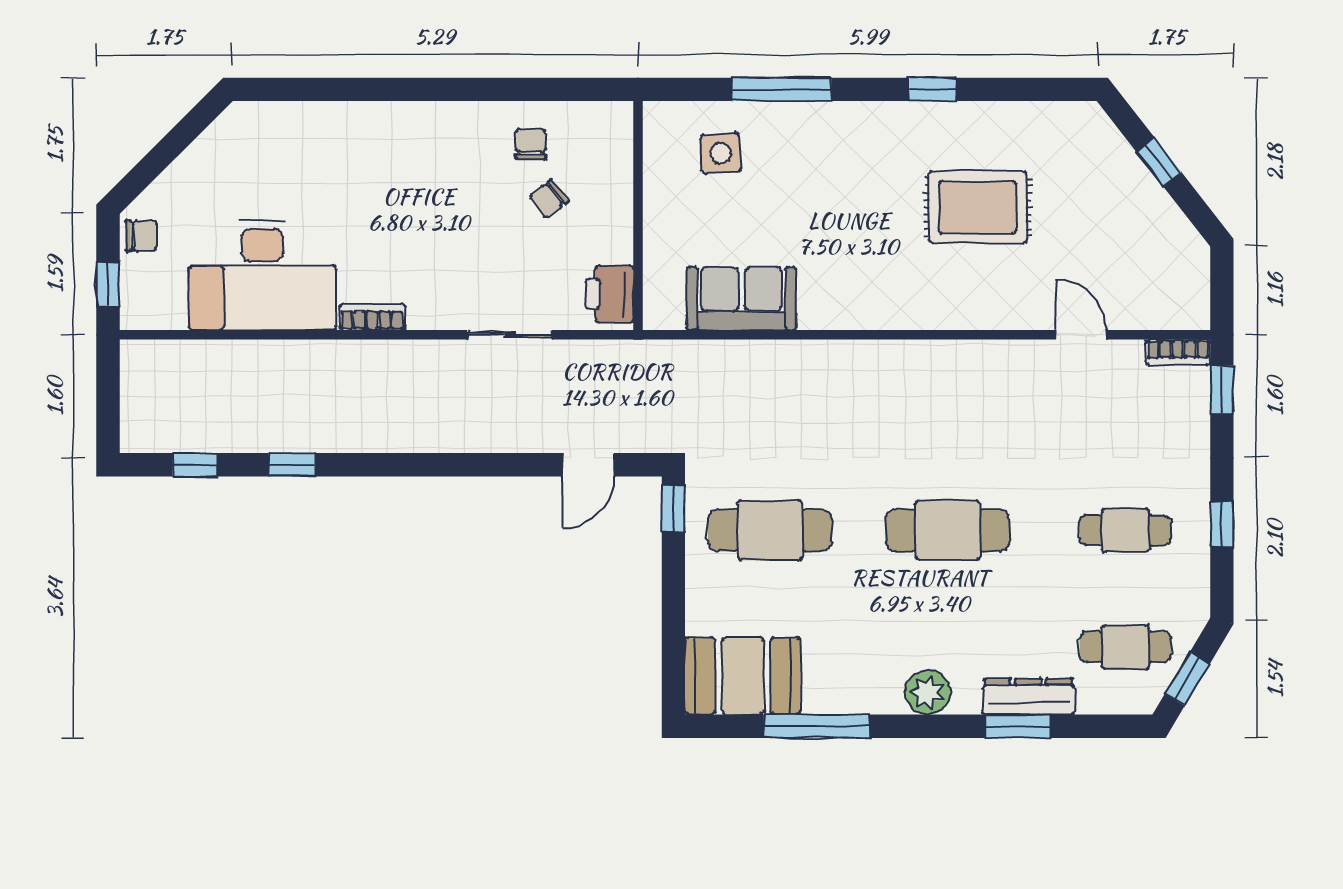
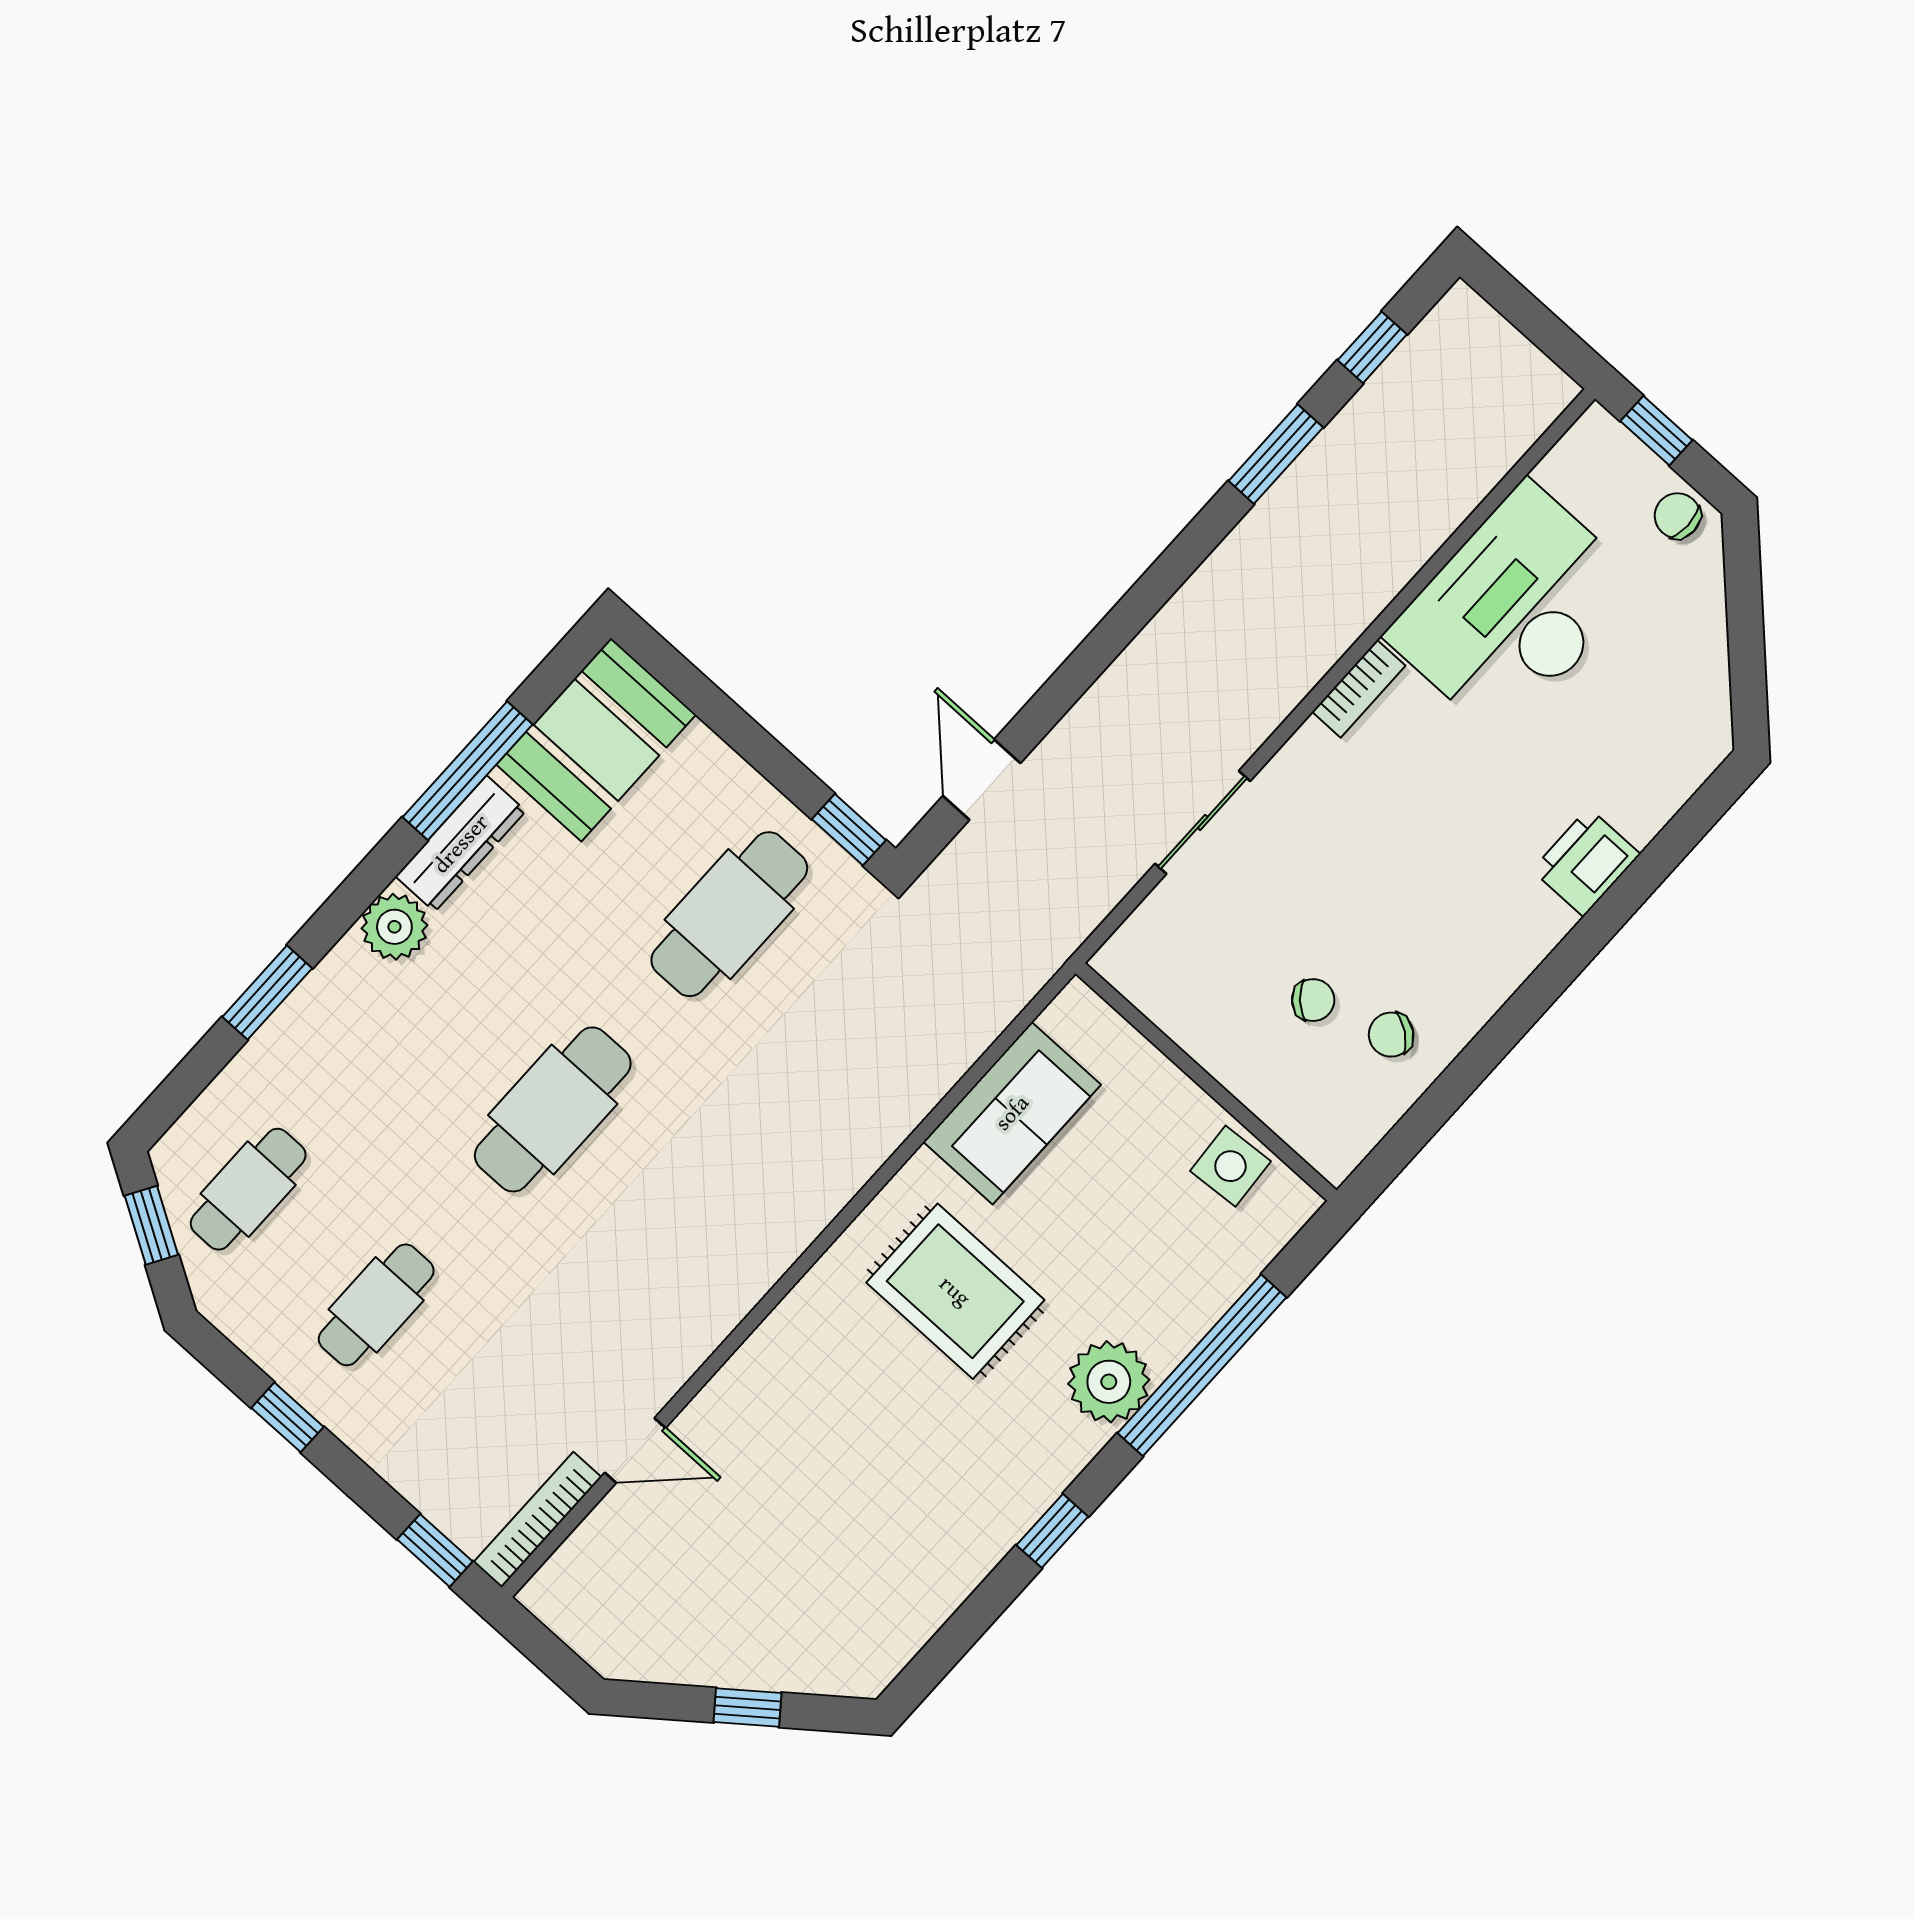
window: (782, 89) -> (1202, 1365), width x1.46
plant: (832, 129) -> (1109, 1382), added
chair: (531, 144) -> (1391, 1035), turned 127
side table: (721, 153) -> (1230, 1166), moved
chair: (549, 199) -> (1313, 1000), turned 83
rug: (978, 207) -> (955, 1291), moved, turned 90
chair: (141, 236) -> (1677, 516), turned 90
printer: (610, 294) -> (1586, 862), moved, turned -90
bookcase: (1178, 352) -> (538, 1520), width x1.56
window: (292, 465) -> (1276, 454), width x1.50
dresser: (1028, 697) -> (461, 844), moved

